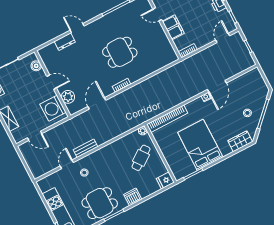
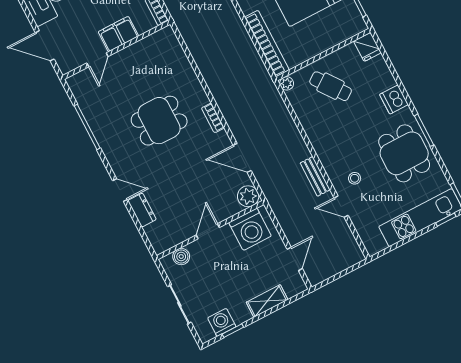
door: (77, 28) -> (120, 190), swing flipped
dining table: (120, 52) -> (159, 121), turned 90
plant: (68, 97) -> (248, 196), moved

